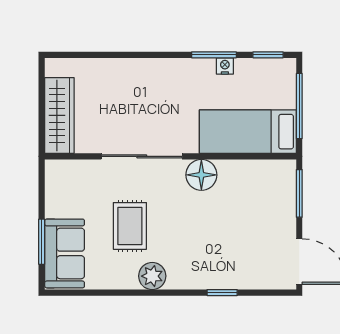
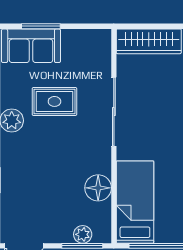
floor lamp: (201, 175) -> (98, 188), moved
plant: (286, 193) -> (83, 234), added

